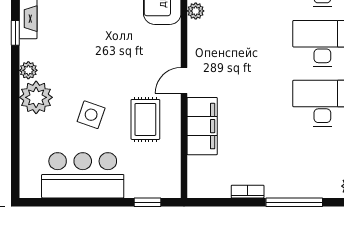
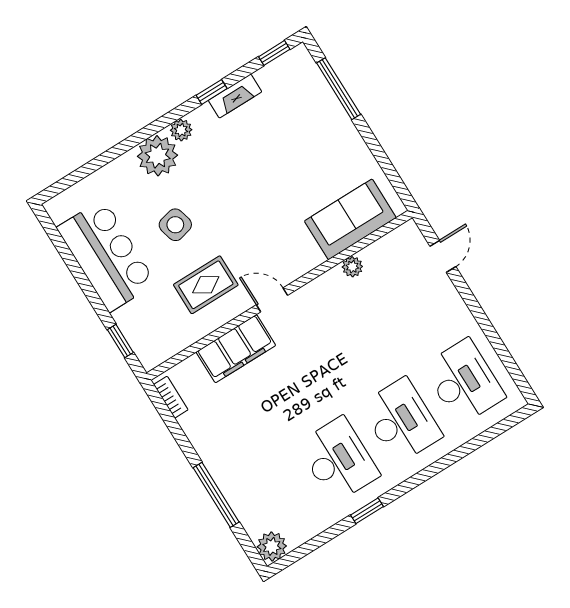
side table: (91, 115) -> (175, 225), turned -33
bookcase: (248, 192) -> (171, 397), moved

